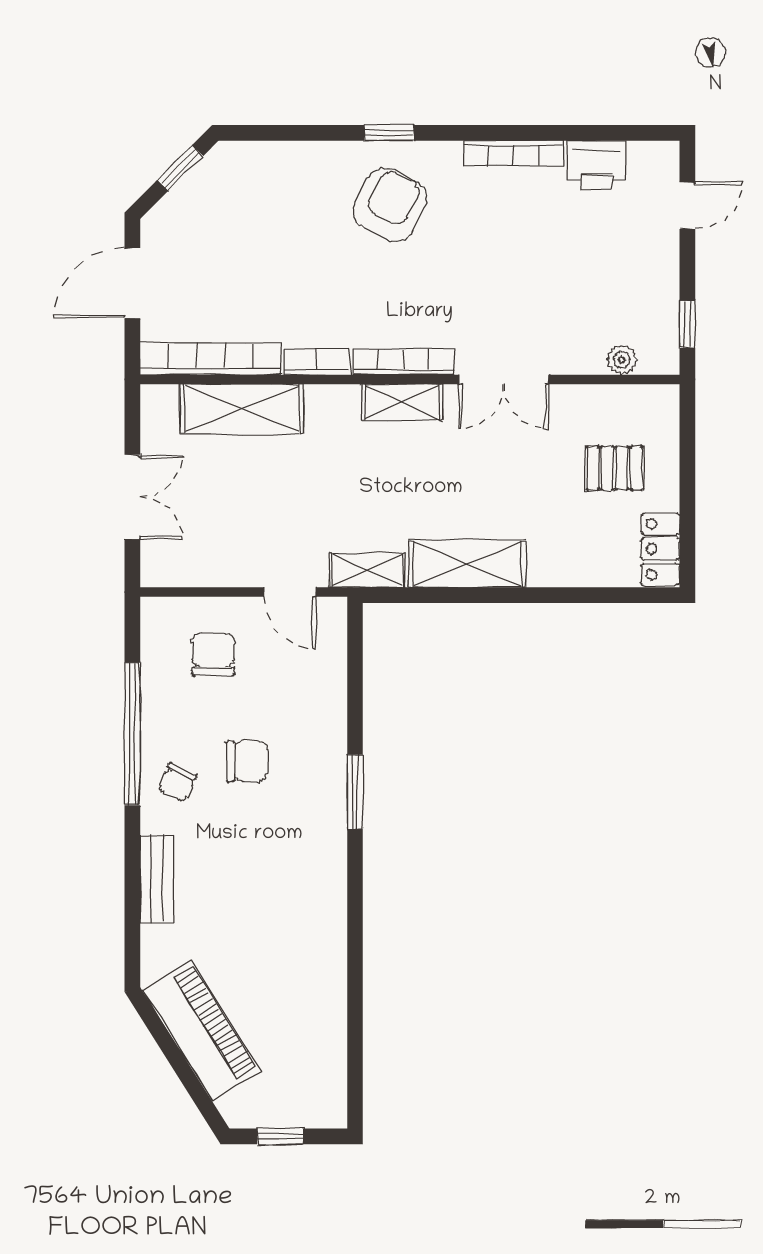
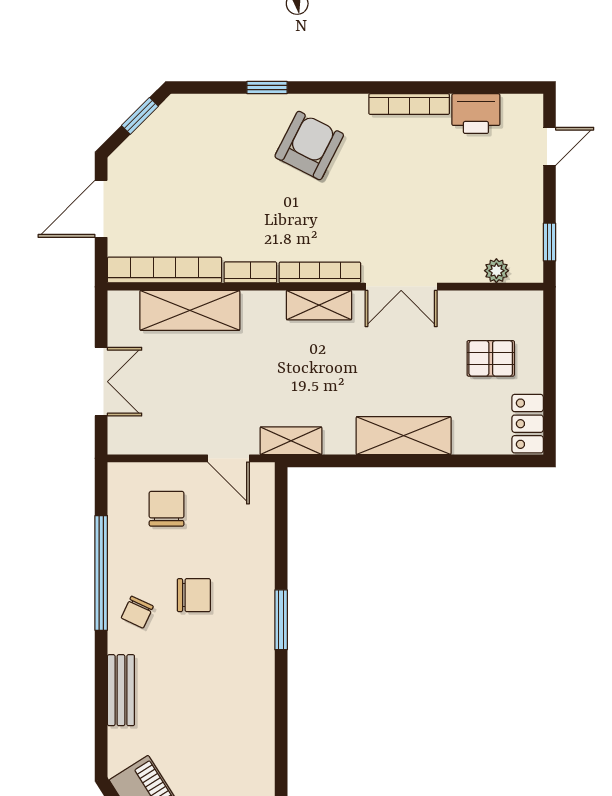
window: (389, 133) -> (267, 87), moved
shelving: (467, 564) -> (404, 436), moved

